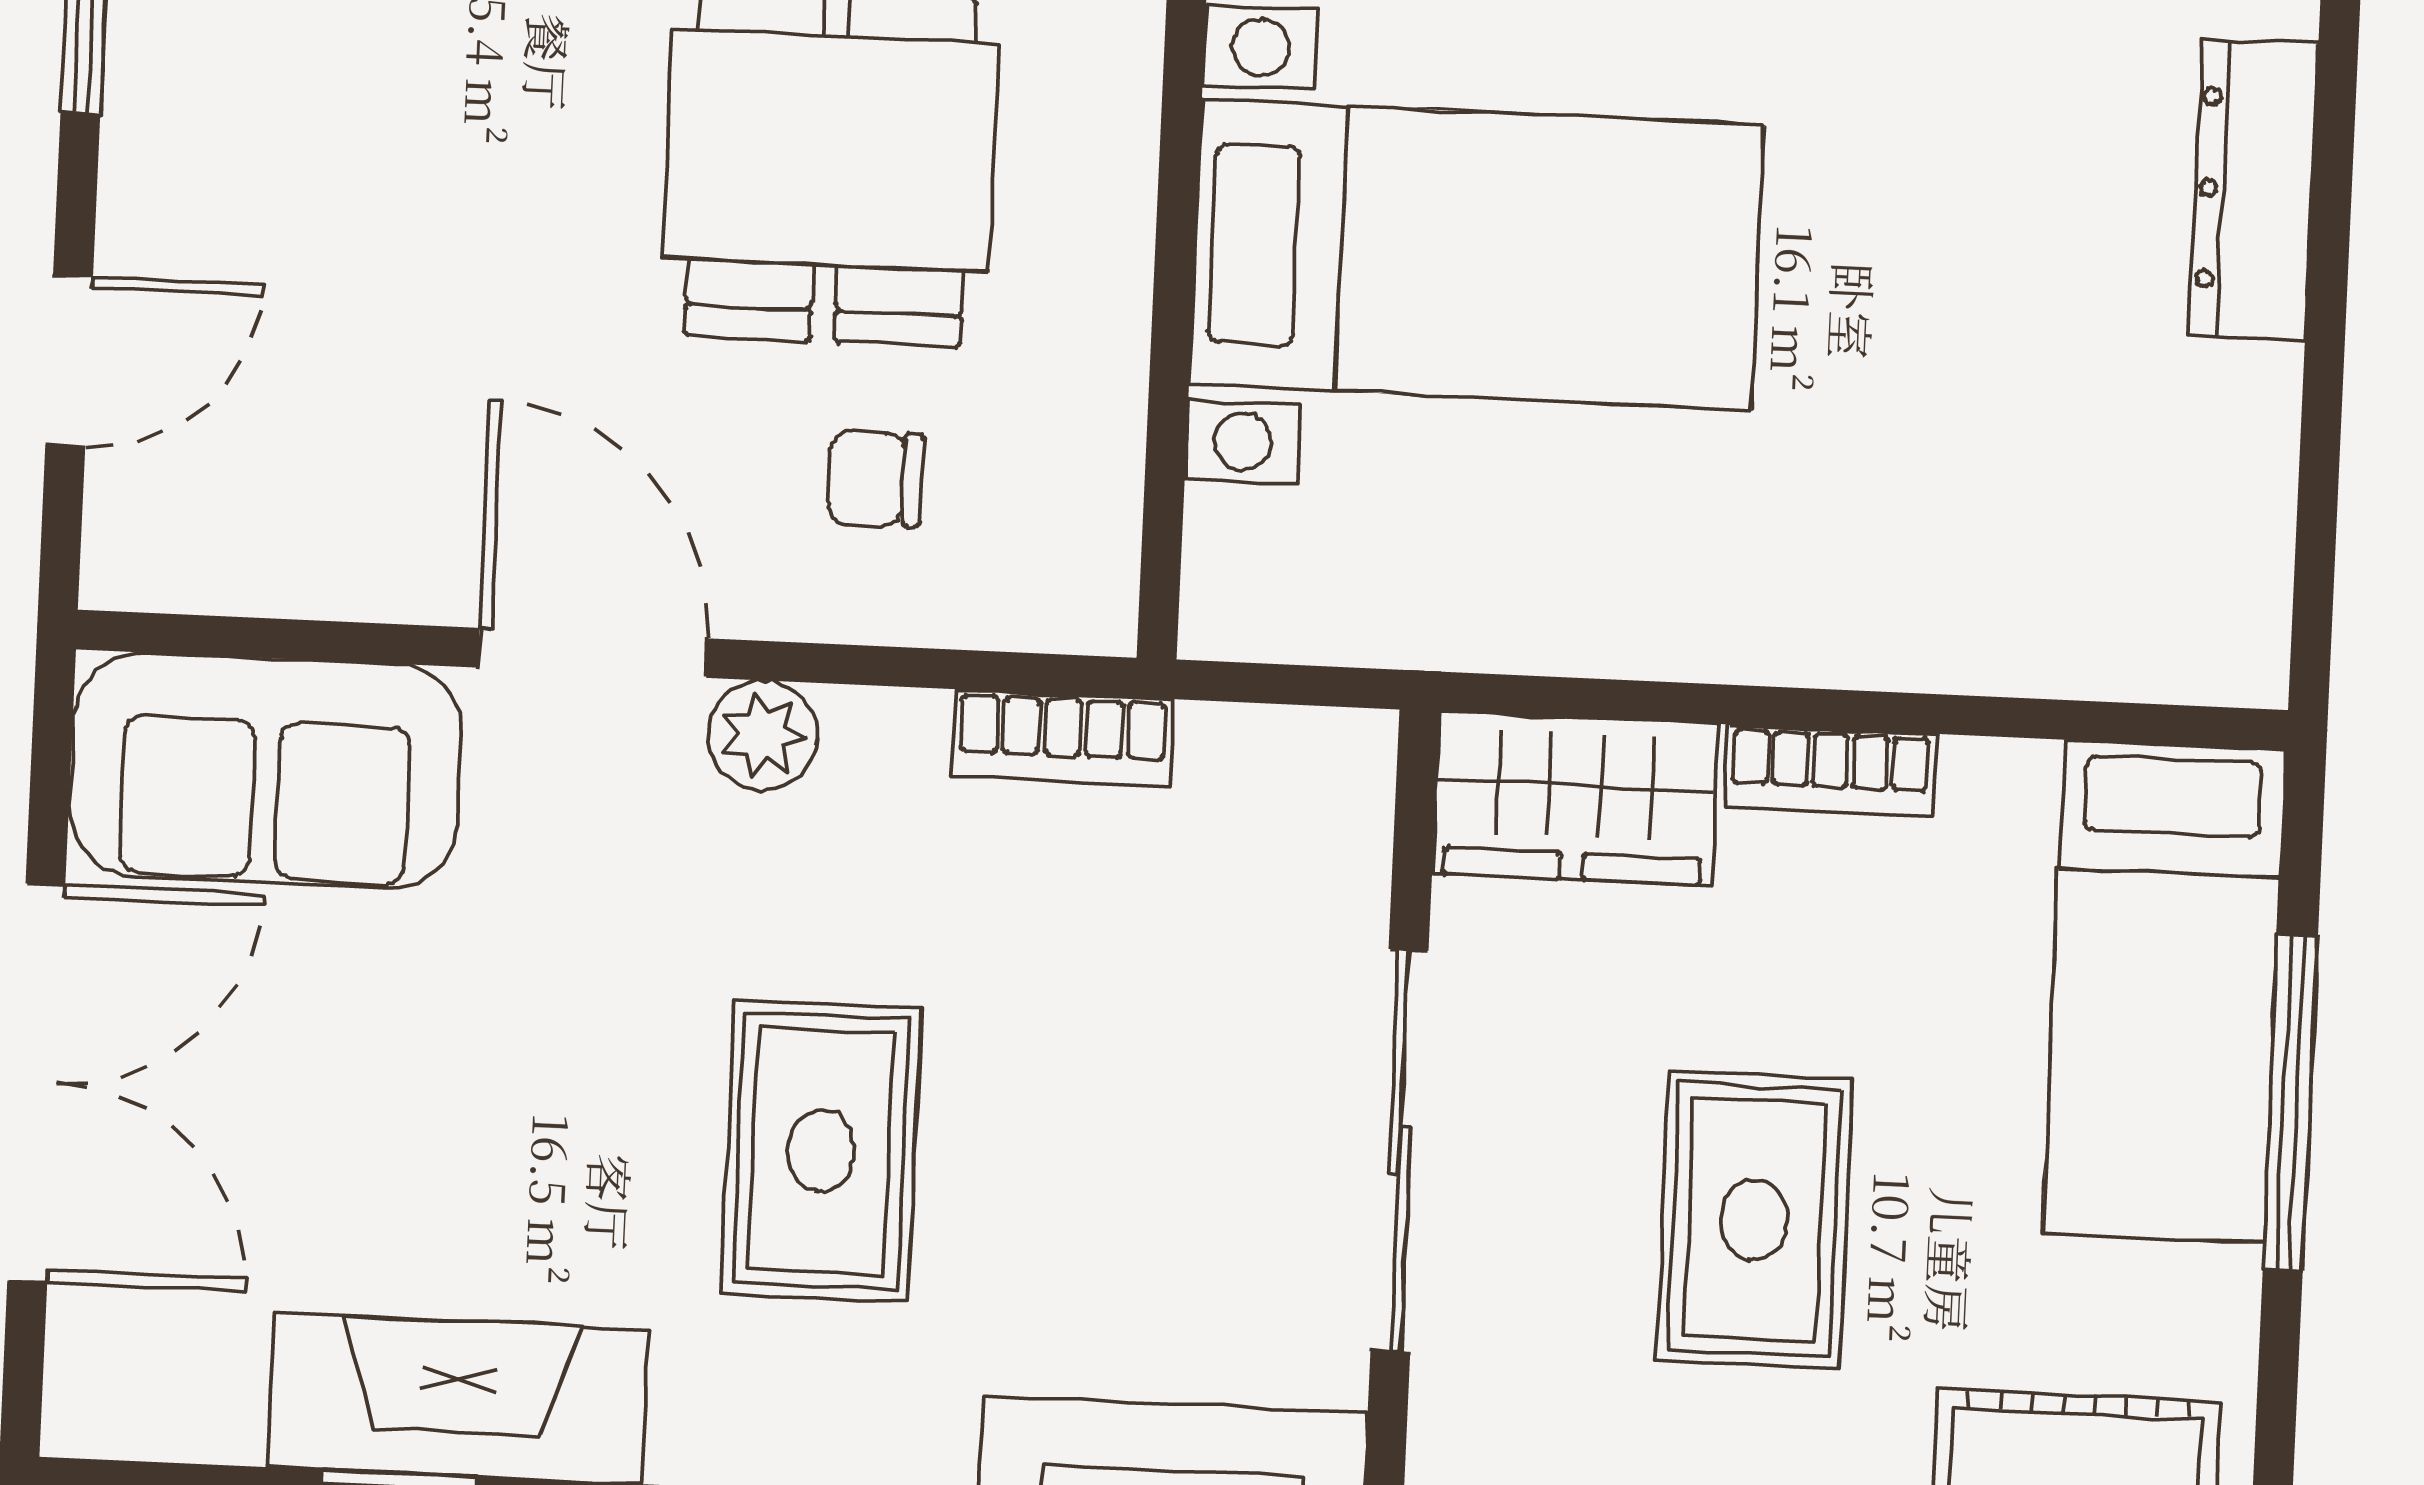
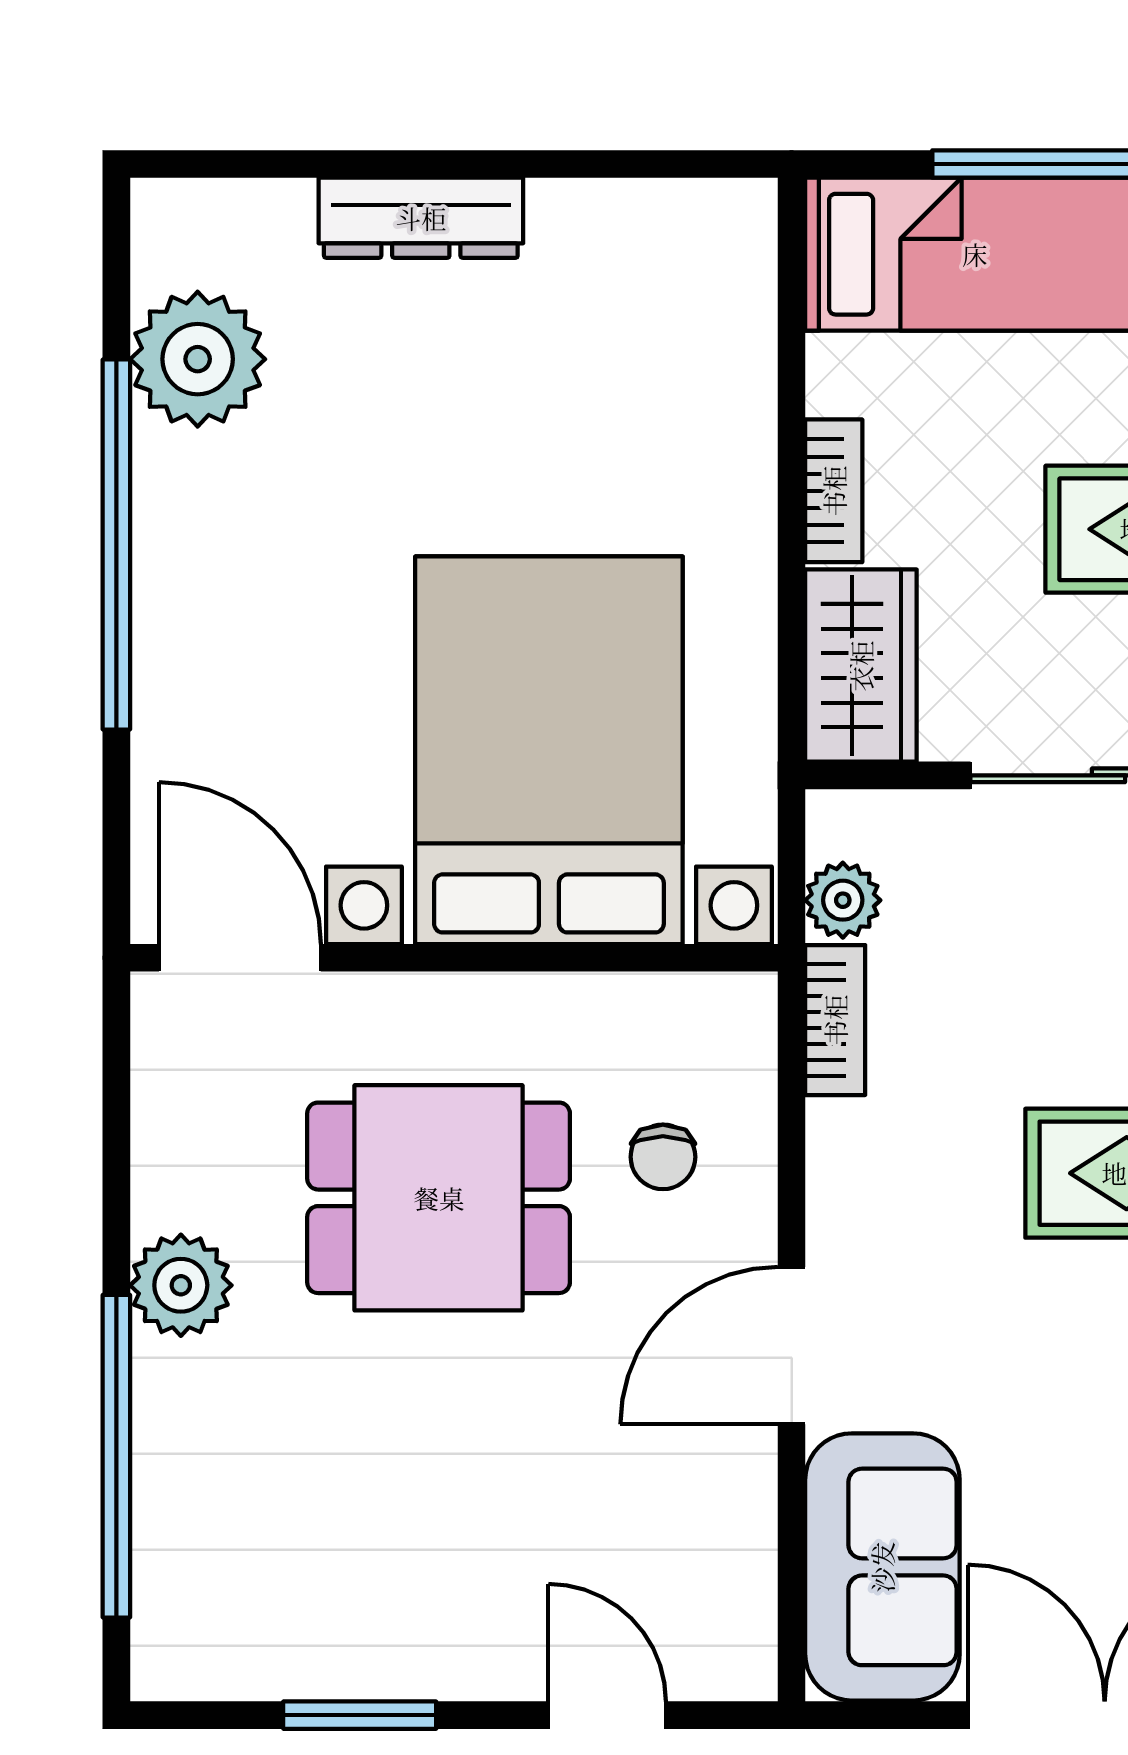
bed with nightstands: (1477, 255) -> (549, 750), width x1.36
plant: (763, 735) -> (843, 900), moved

